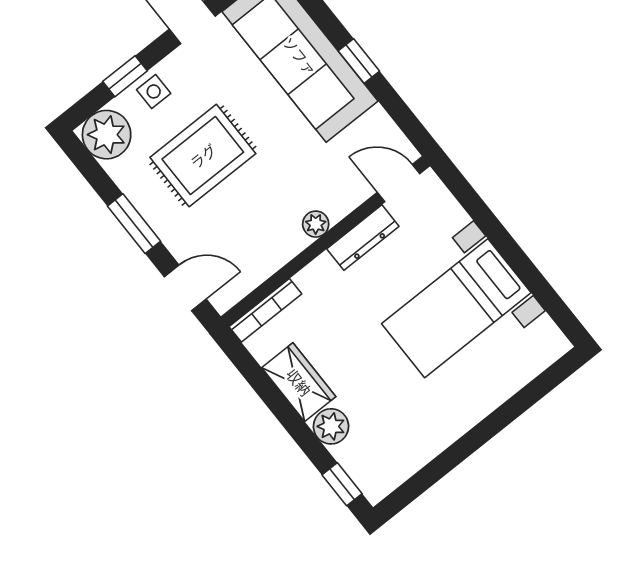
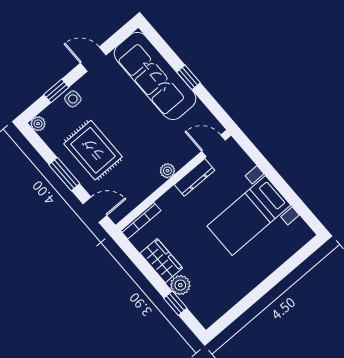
plant: (107, 135) -> (38, 124), width x0.53, depth x0.53
rug: (203, 156) -> (93, 150), moved, turned 90
window: (342, 484) -> (175, 303), moved

